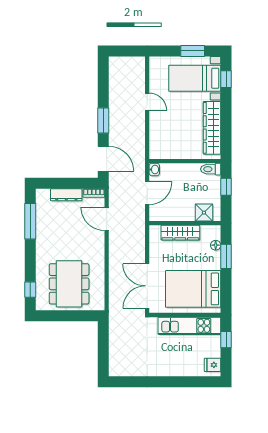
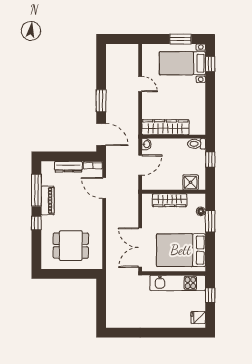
wardrobe: (212, 128) -> (165, 127), moved, turned 90
piano: (43, 233) -> (48, 200), added
dining table: (69, 284) -> (71, 246), width x0.73
window: (30, 290) -> (36, 223), moved

